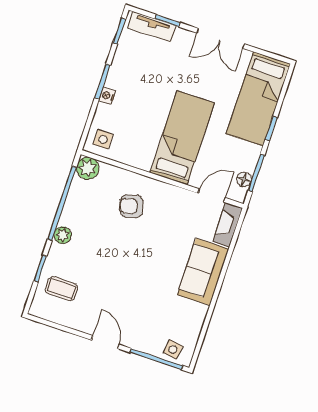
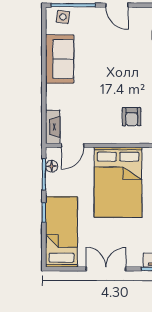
bed: (182, 138) -> (118, 182), width x1.50
armchair: (131, 206) -> (132, 117), turned 105
sofa: (203, 272) -> (60, 59), moved

